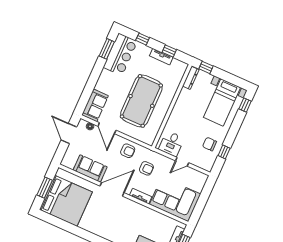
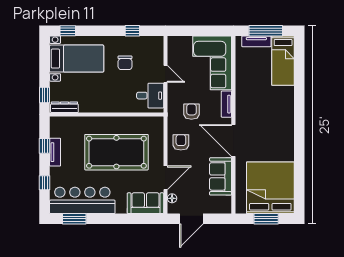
bar counter: (120, 54) -> (82, 200), width x1.36
chair: (210, 144) -> (125, 63), moved

